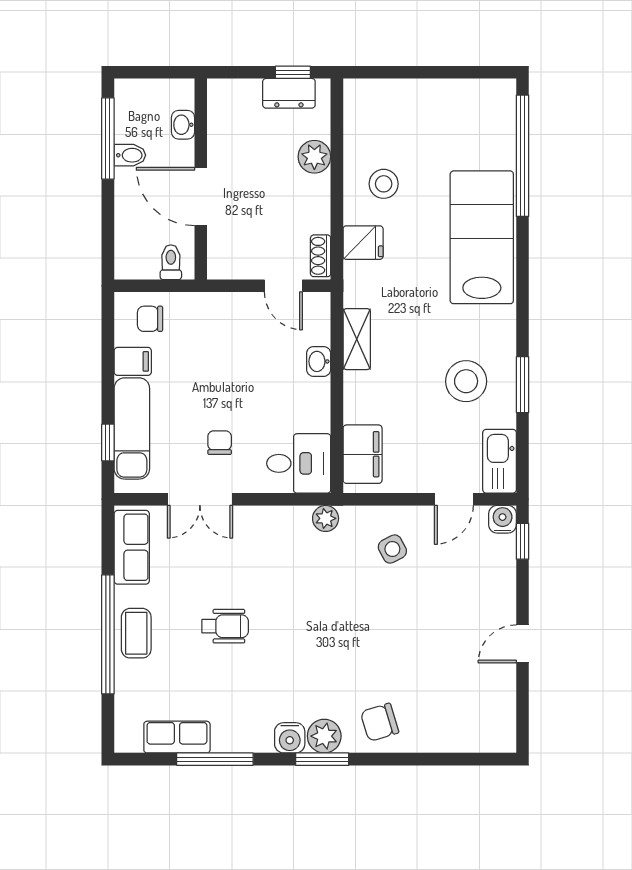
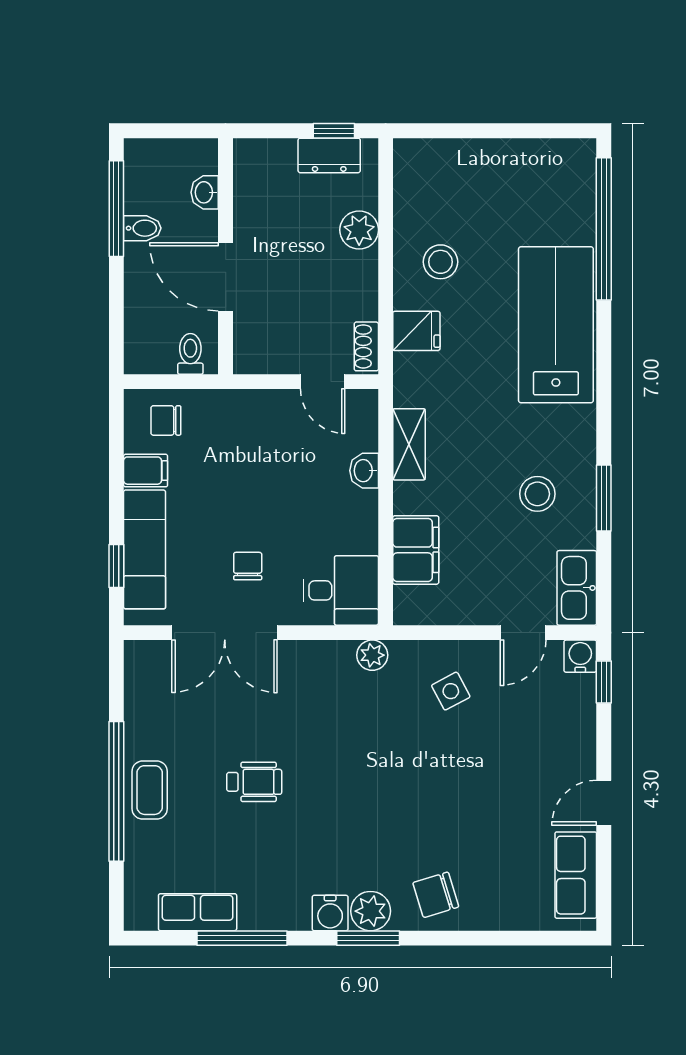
stool: (466, 381) -> (537, 494), width x0.73, depth x0.73
filing cabinet: (363, 454) -> (416, 550), moved
double door: (200, 499) -> (225, 633), width x1.37
row of seats: (132, 547) -> (576, 875), moved, turned 180

